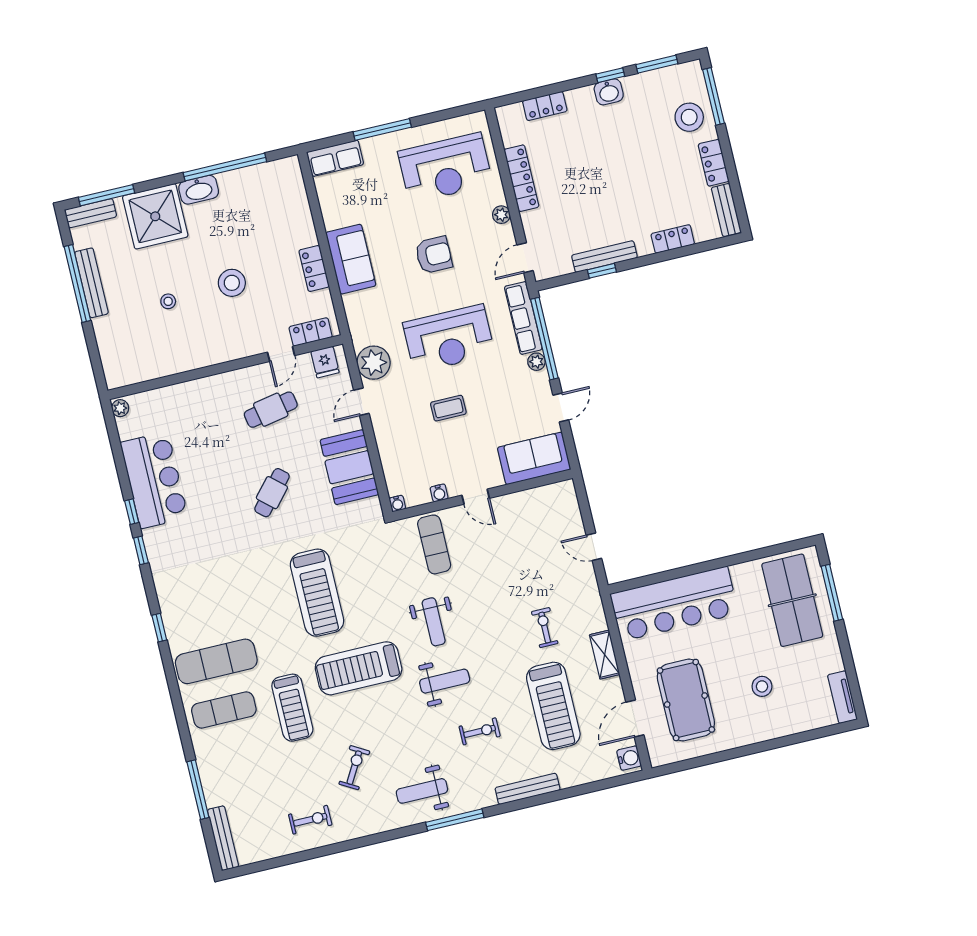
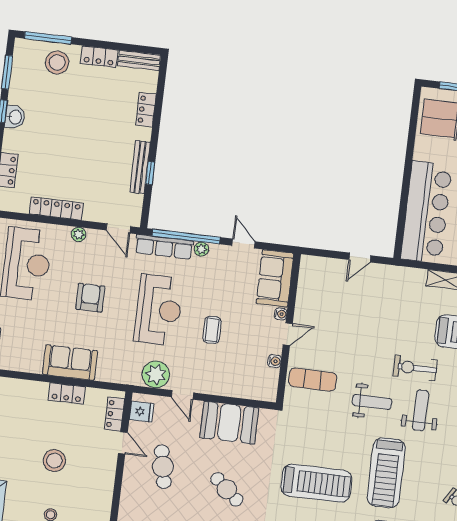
water cooler: (397, 503) -> (281, 314), moved
exercise bike: (545, 628) -> (415, 368), moved, width x1.38, depth x1.39

